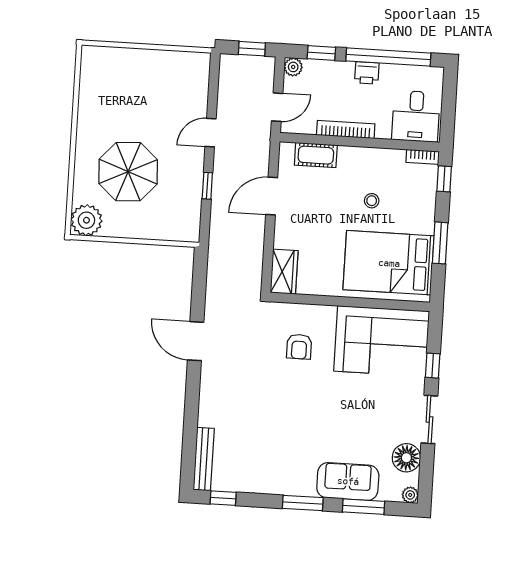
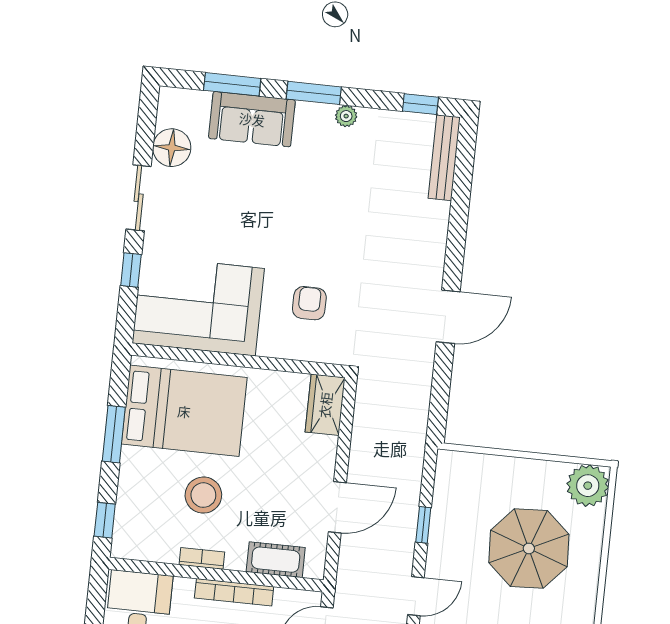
bookcase: (423, 157) -> (202, 558), moved
stool: (372, 201) -> (203, 495), width x1.89, depth x1.89
door: (196, 341) -> (448, 317), hinge flipped
plant: (410, 495) -> (346, 116), moved

